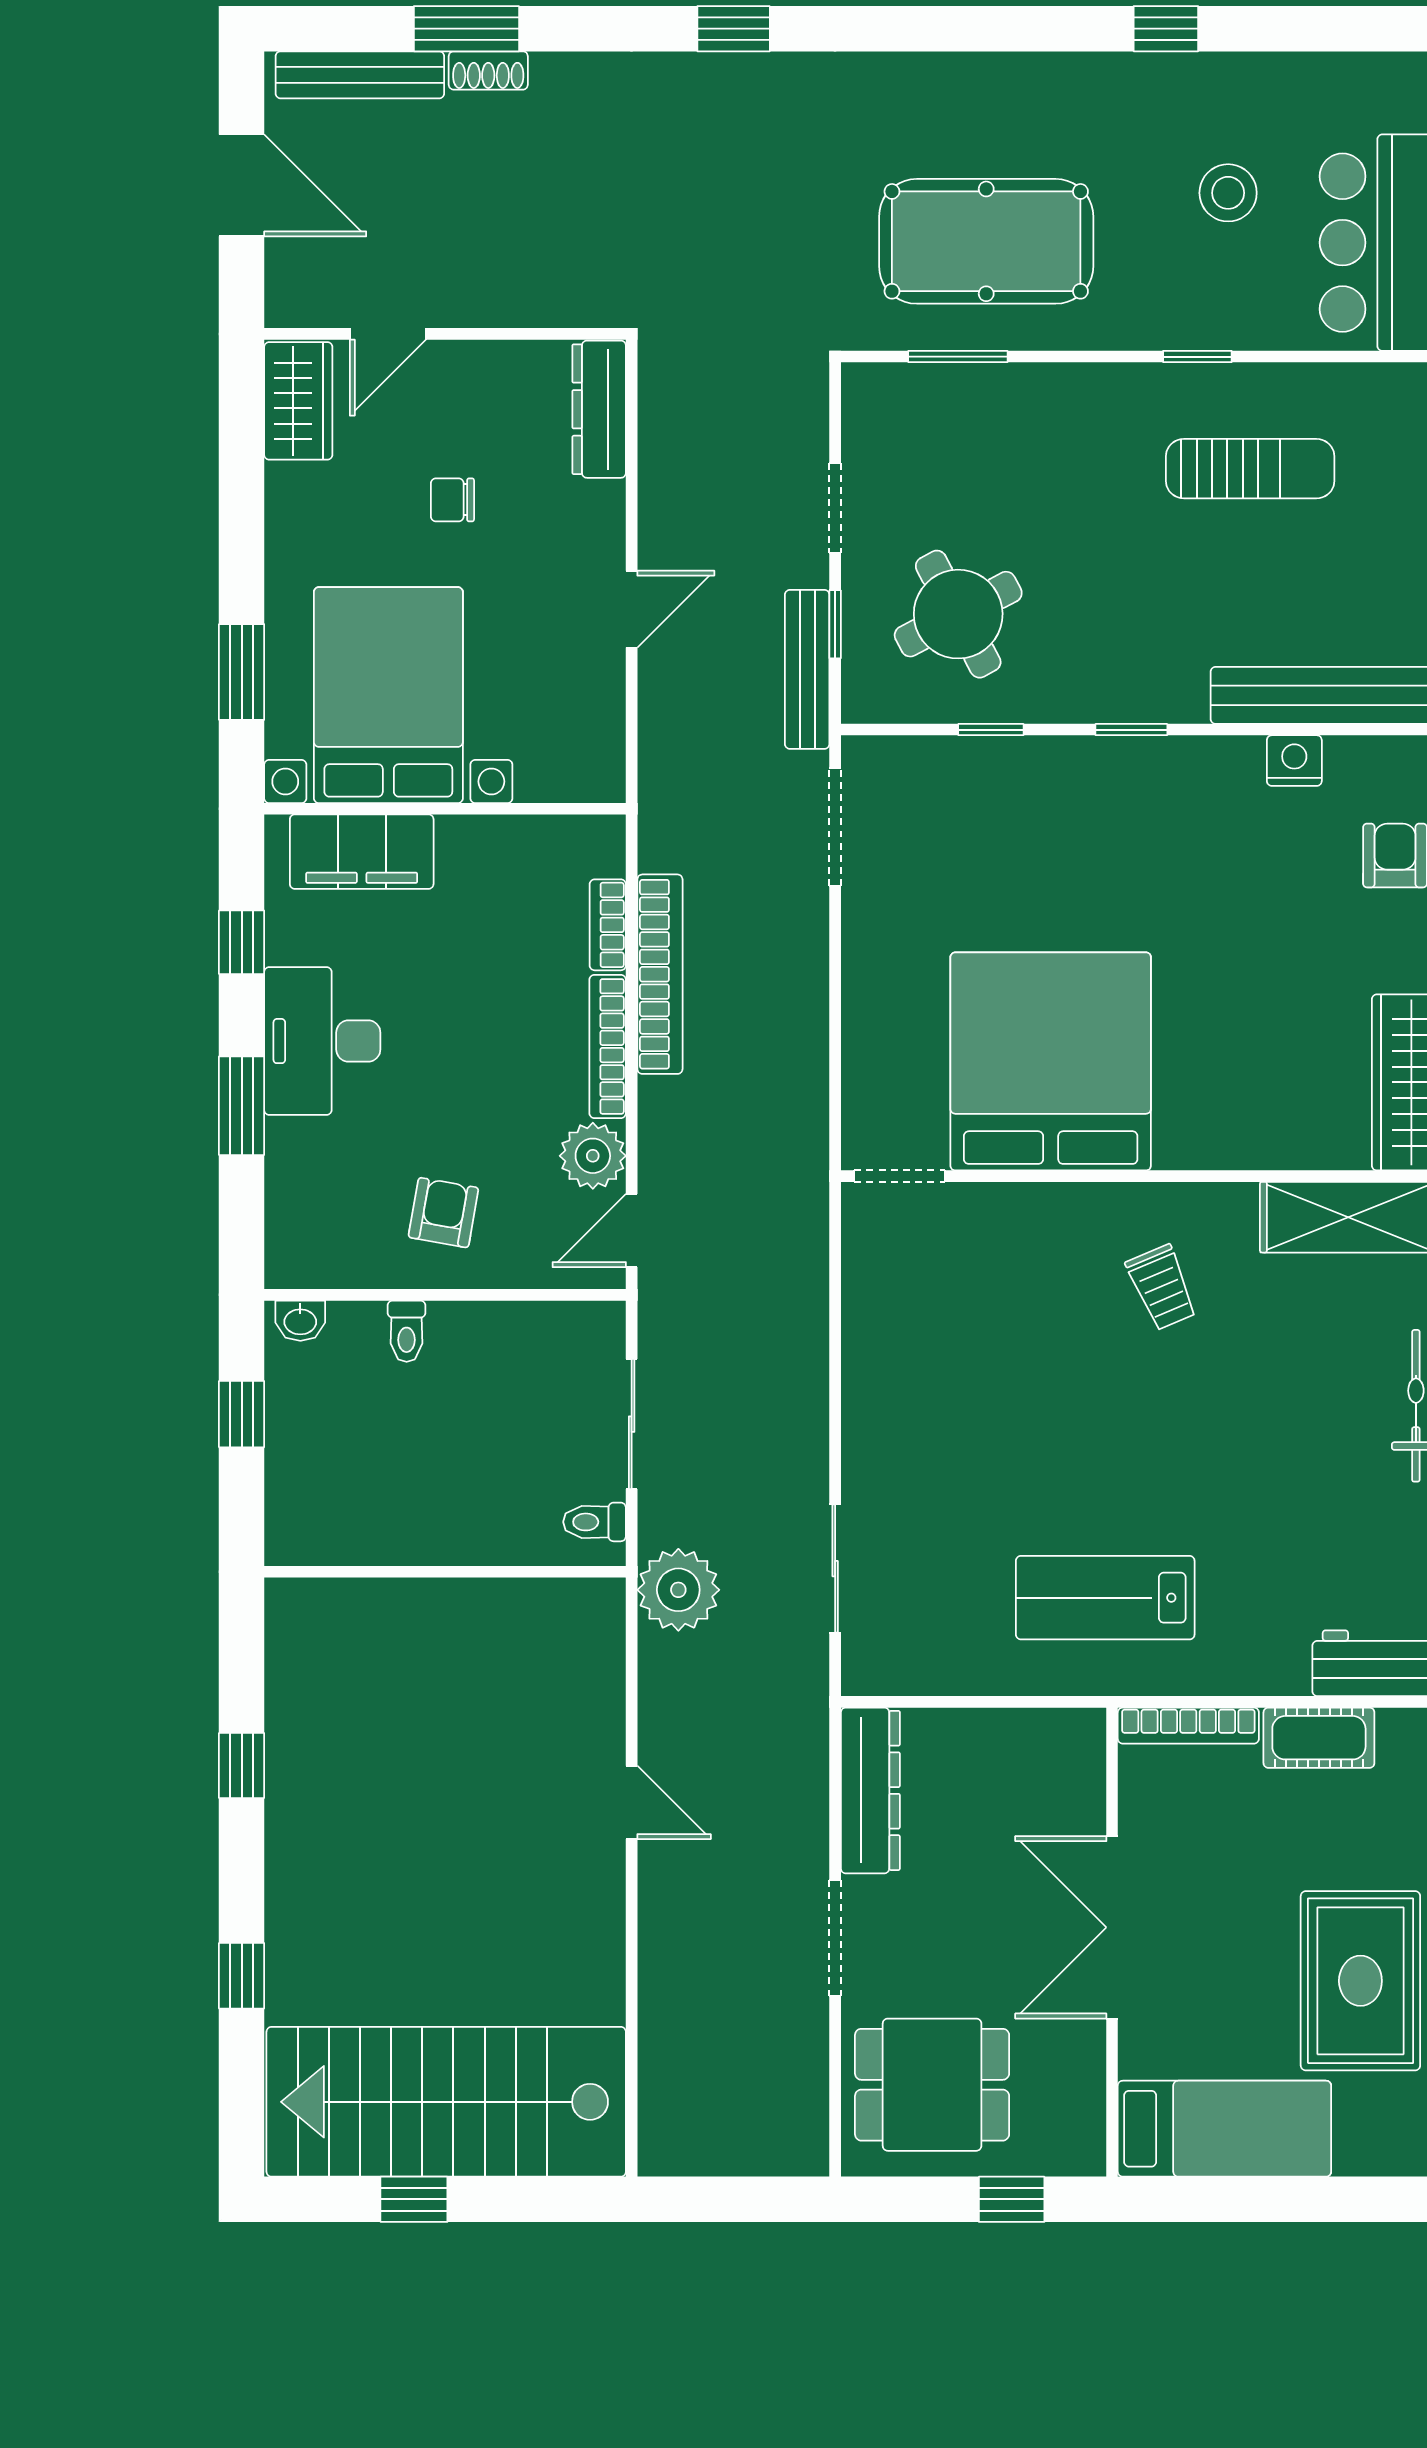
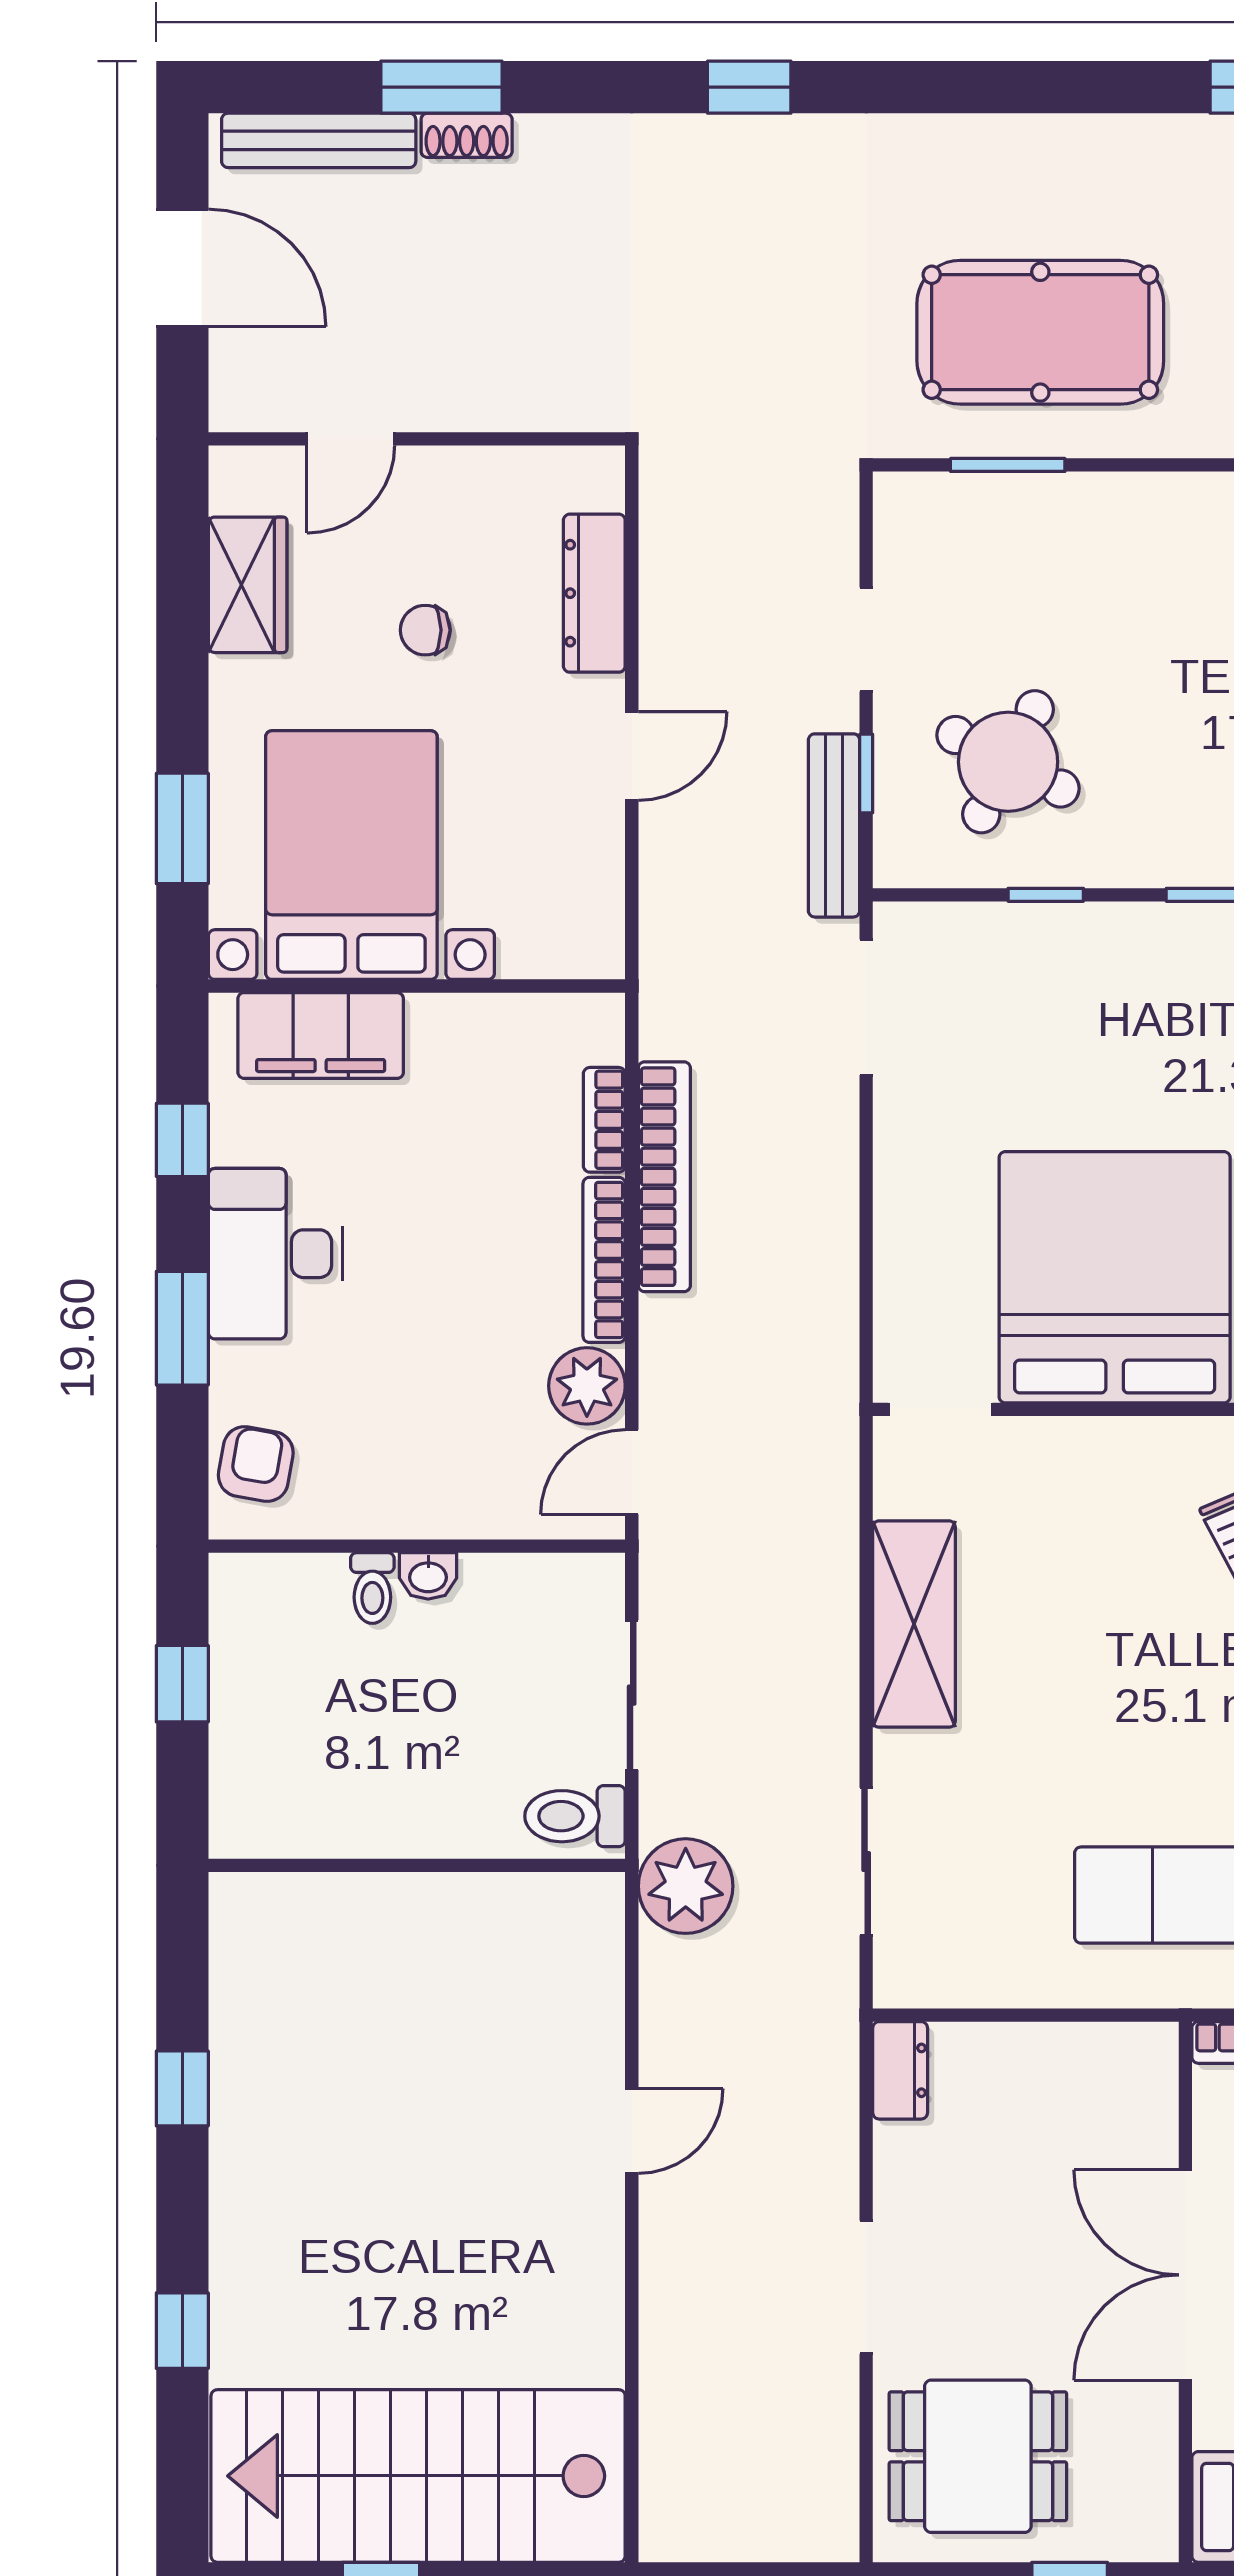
wardrobe: (298, 401) -> (248, 585), moved
dresser: (599, 409) -> (594, 593), moved
round table: (958, 614) -> (1008, 762), turned -35
armchair: (443, 1213) -> (256, 1464), moved
washbasin: (300, 1321) -> (428, 1576), moved
shelving: (877, 1362) -> (914, 1624), added
toilet: (594, 1522) -> (575, 1816), width x1.37, depth x1.39
dresser: (870, 1790) -> (900, 2070), width x0.51, depth x0.80
door: (632, 1802) -> (632, 2131), hinge flipped

